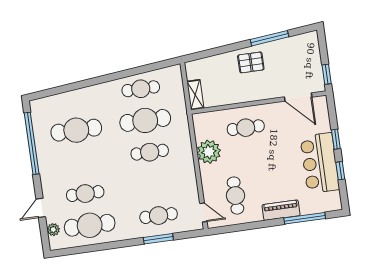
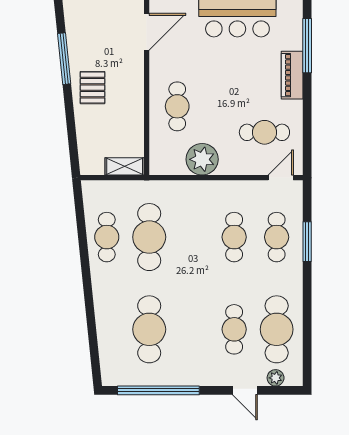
cafe table: (150, 152) -> (234, 237), moved

